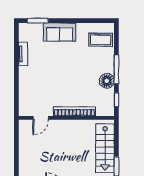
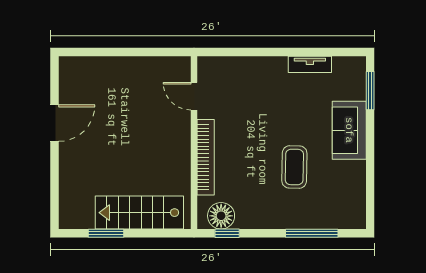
coffee table: (101, 40) -> (294, 167), moved
window: (116, 69) -> (312, 233), moved
floor lamp: (107, 81) -> (221, 216), moved

